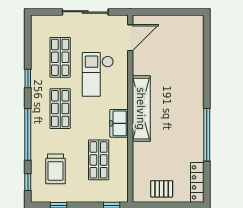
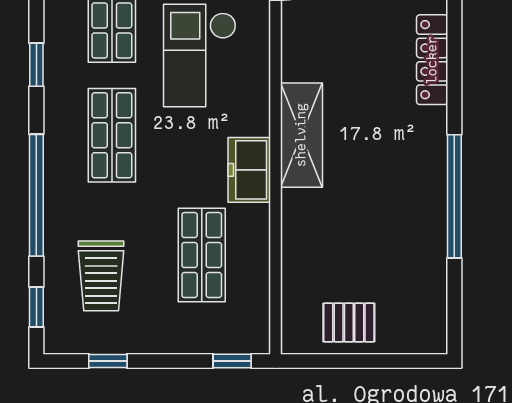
shelving: (141, 109) -> (301, 135), width x0.68
locker: (197, 182) -> (432, 60), moved

